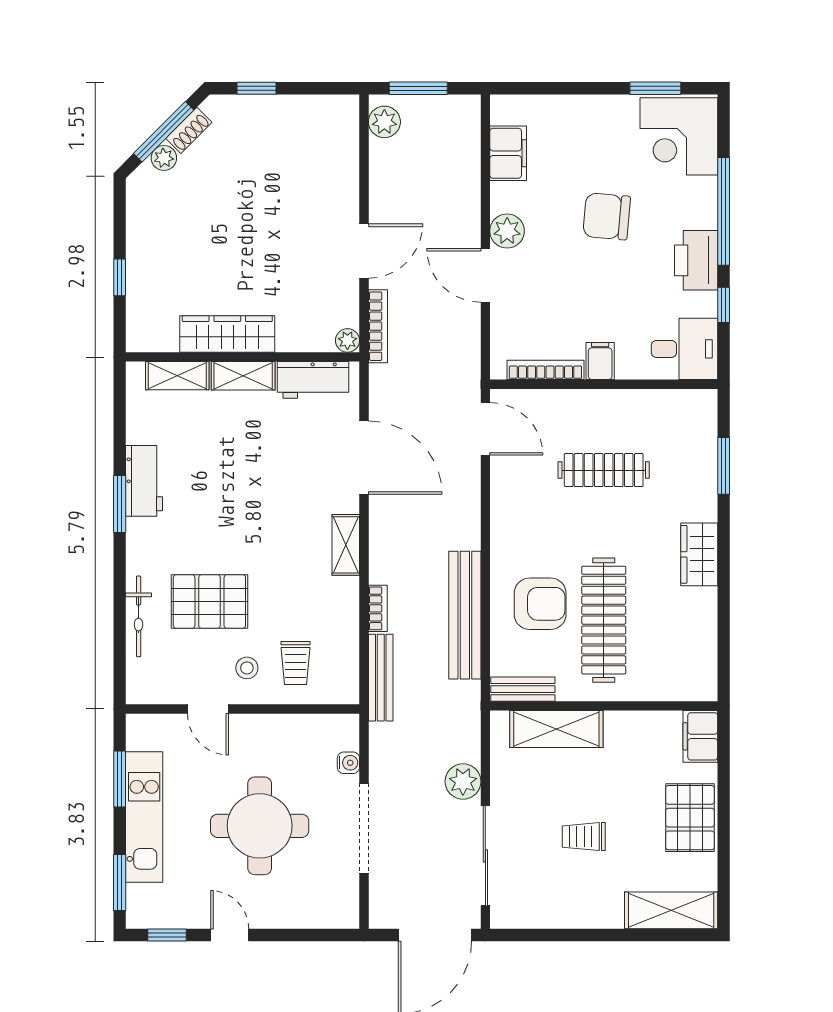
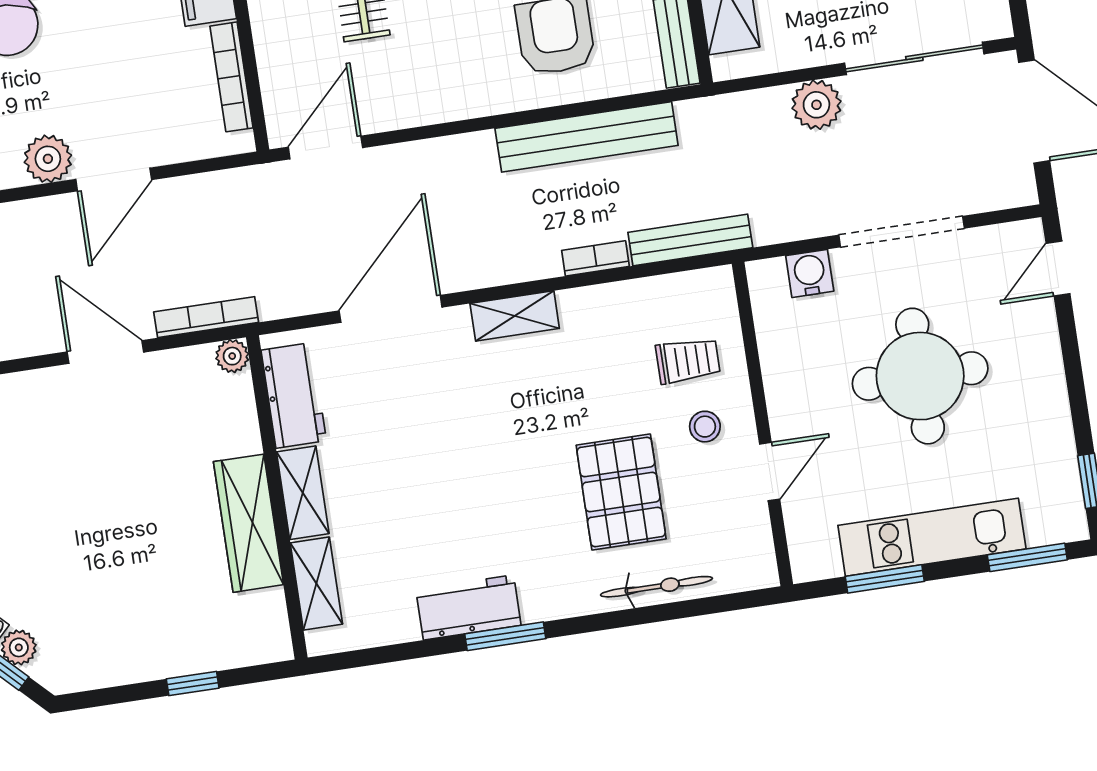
water cooler: (348, 763) -> (810, 273), width x1.38, depth x1.38
door: (230, 935) -> (1058, 269), moved

